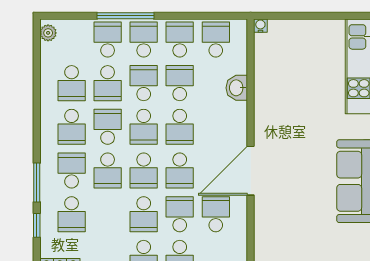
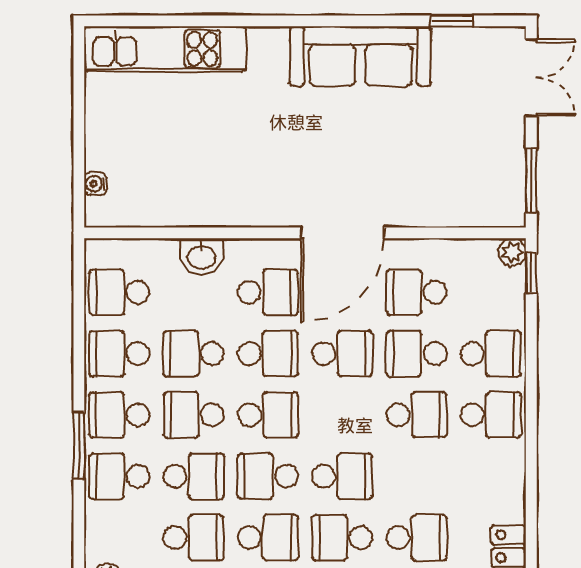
window: (125, 16) -> (79, 446), width x0.69
water cooler: (260, 26) -> (96, 184), moved
school desk: (144, 171) -> (268, 292), moved
door: (251, 171) -> (342, 233), hinge flipped

